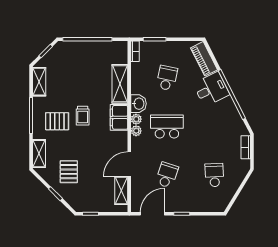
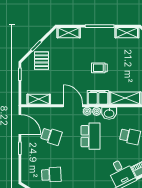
pallet: (57, 121) -> (95, 47), removed
door: (129, 164) -> (73, 106), moved
pallet: (69, 172) -> (42, 61), moved, turned 90

